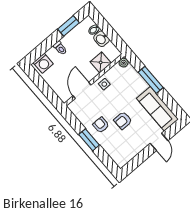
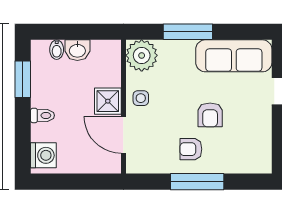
shower: (101, 62) -> (108, 101), moved
plant: (124, 63) -> (142, 55), width x1.87, depth x1.87
window: (89, 140) -> (197, 182), width x1.44

